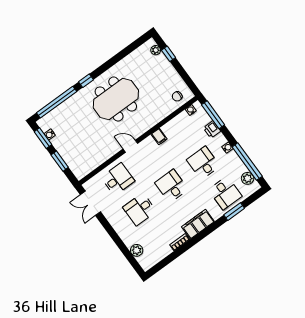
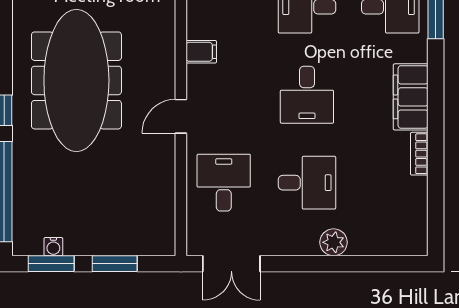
meeting table: (116, 99) -> (76, 80), width x1.36
desk: (171, 186) -> (307, 95), turned -90
desk: (140, 209) -> (307, 183), turned -90
plant: (137, 250) -> (334, 242), moved

